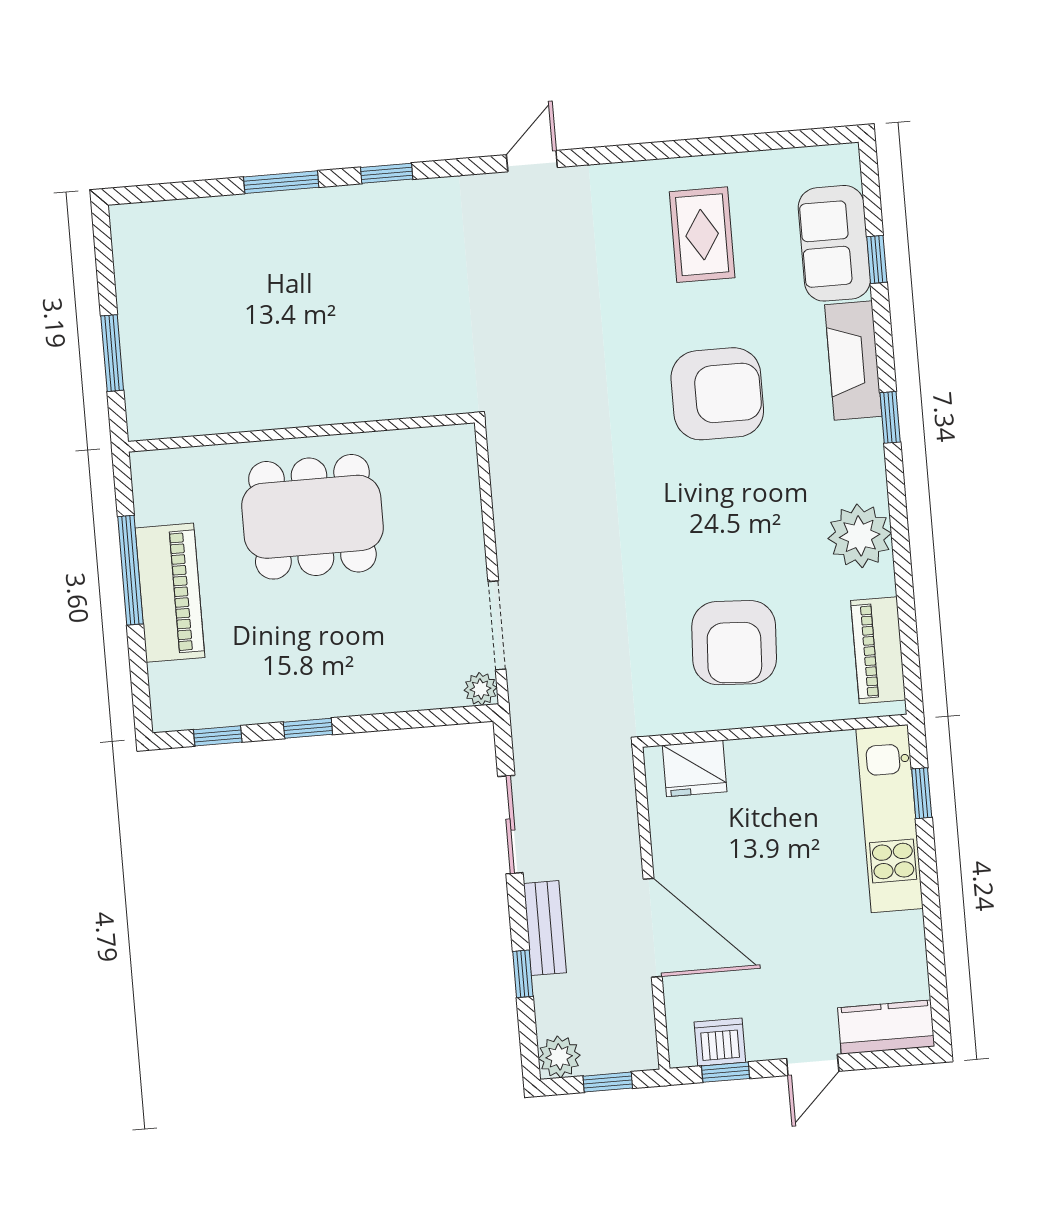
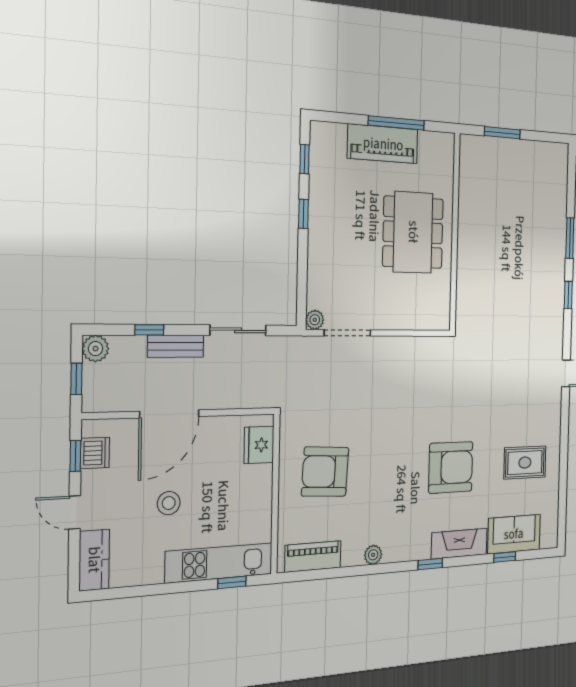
armchair: (717, 394) -> (451, 467), turned -90
plant: (860, 536) -> (373, 555), width x0.53, depth x0.53
stool: (794, 915) -> (169, 503), added

